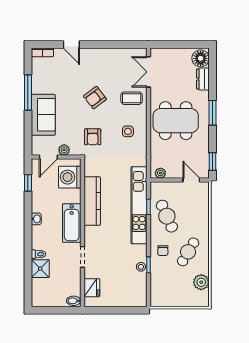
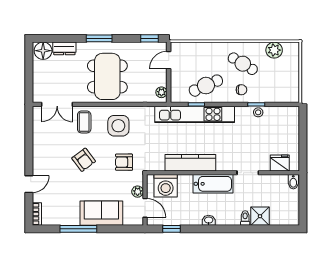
side table: (128, 131) -> (118, 126), width x1.87, depth x1.87
armchair: (93, 137) -> (124, 162), turned 180

